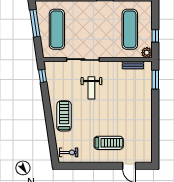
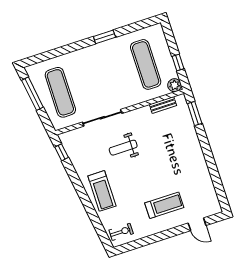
weight bench: (91, 88) -> (123, 148), turned 90
treadmill: (64, 116) -> (102, 191), turned 180

